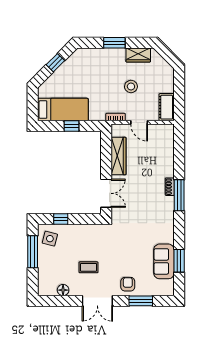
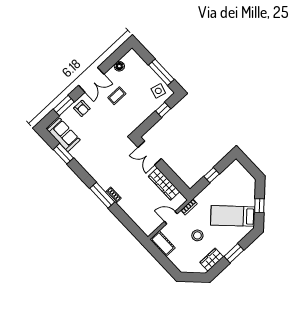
bed: (63, 110) -> (233, 216), moved, turned 45
sofa: (164, 261) -> (64, 135), moved
double door: (97, 301) -> (91, 80), swing flipped

